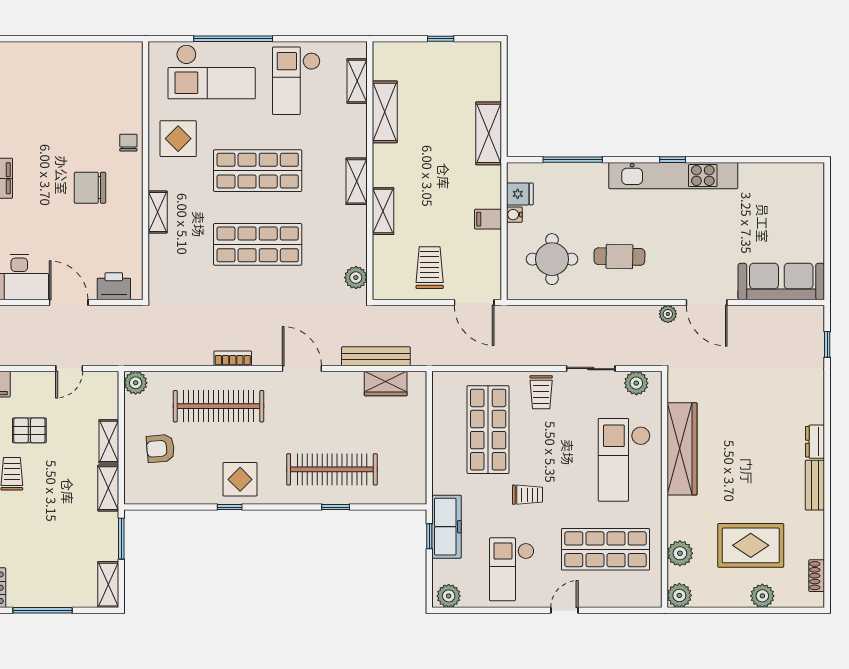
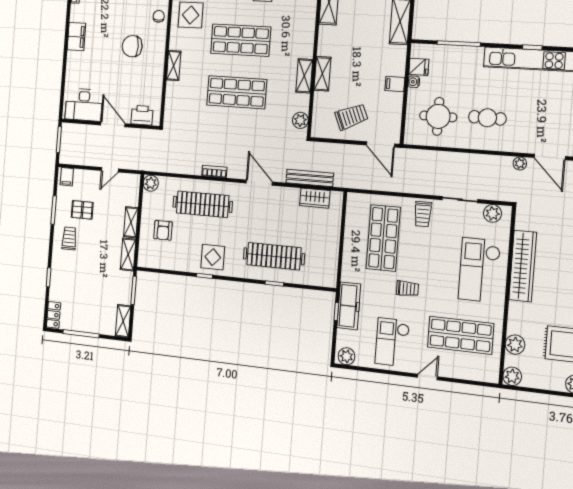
shelving: (357, 181) -> (304, 76), moved
trolley: (430, 268) -> (351, 117), turned 67
armchair: (160, 448) -> (163, 230), turned -85

